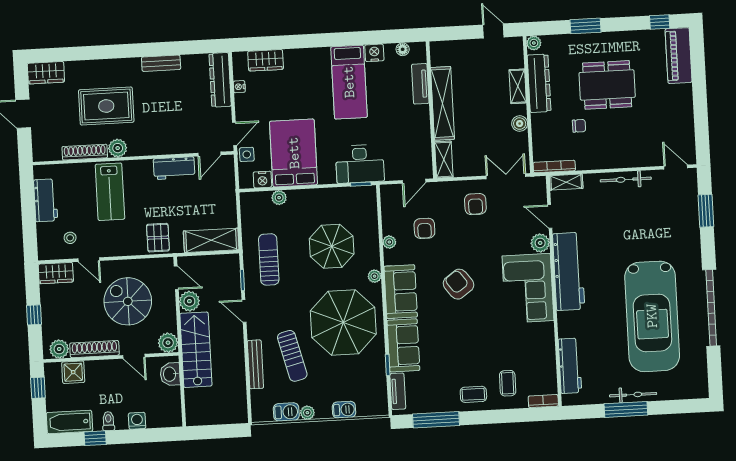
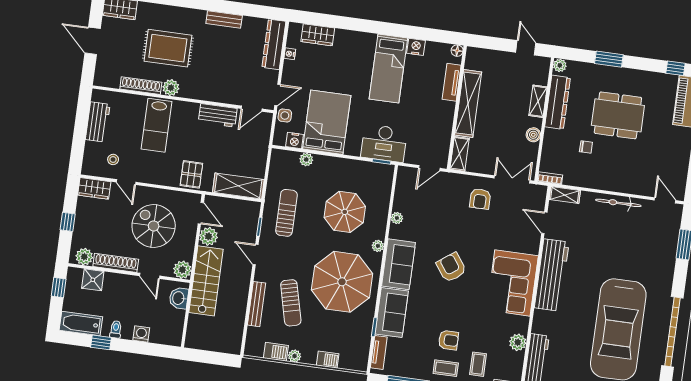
floor lamp: (403, 49) -> (457, 51), moved
bookcase: (554, 167) -> (550, 178), width x0.64
armchair: (424, 228) -> (448, 340), moved, turned -90
plant: (540, 243) -> (518, 342), moved

